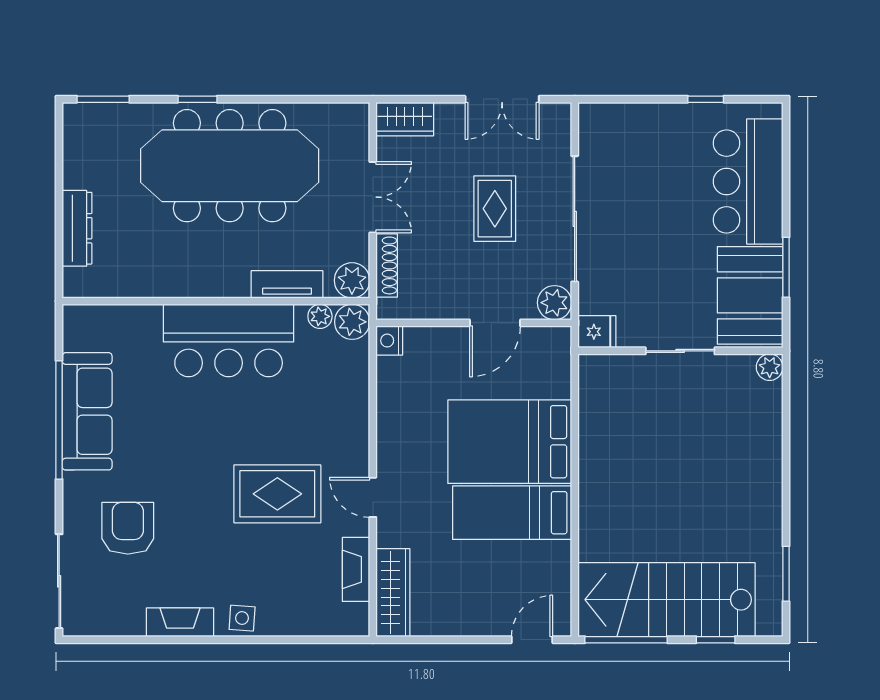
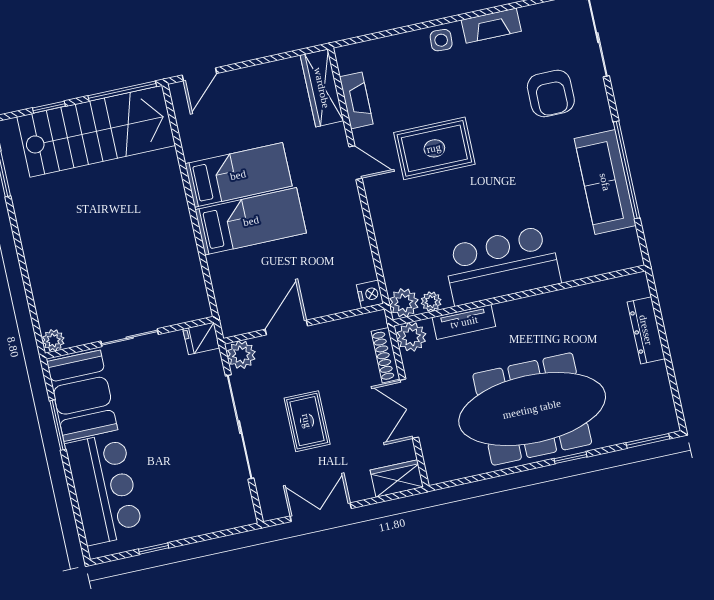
bed: (510, 442) -> (251, 221), width x0.67

